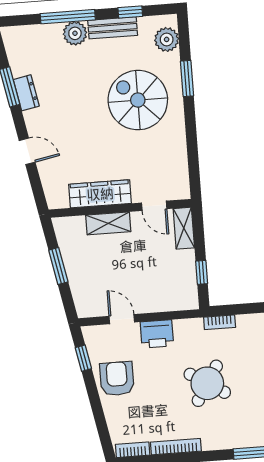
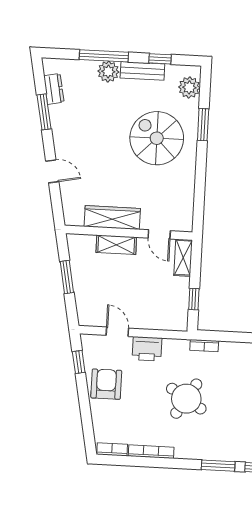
dresser: (26, 93) -> (54, 89), moved

